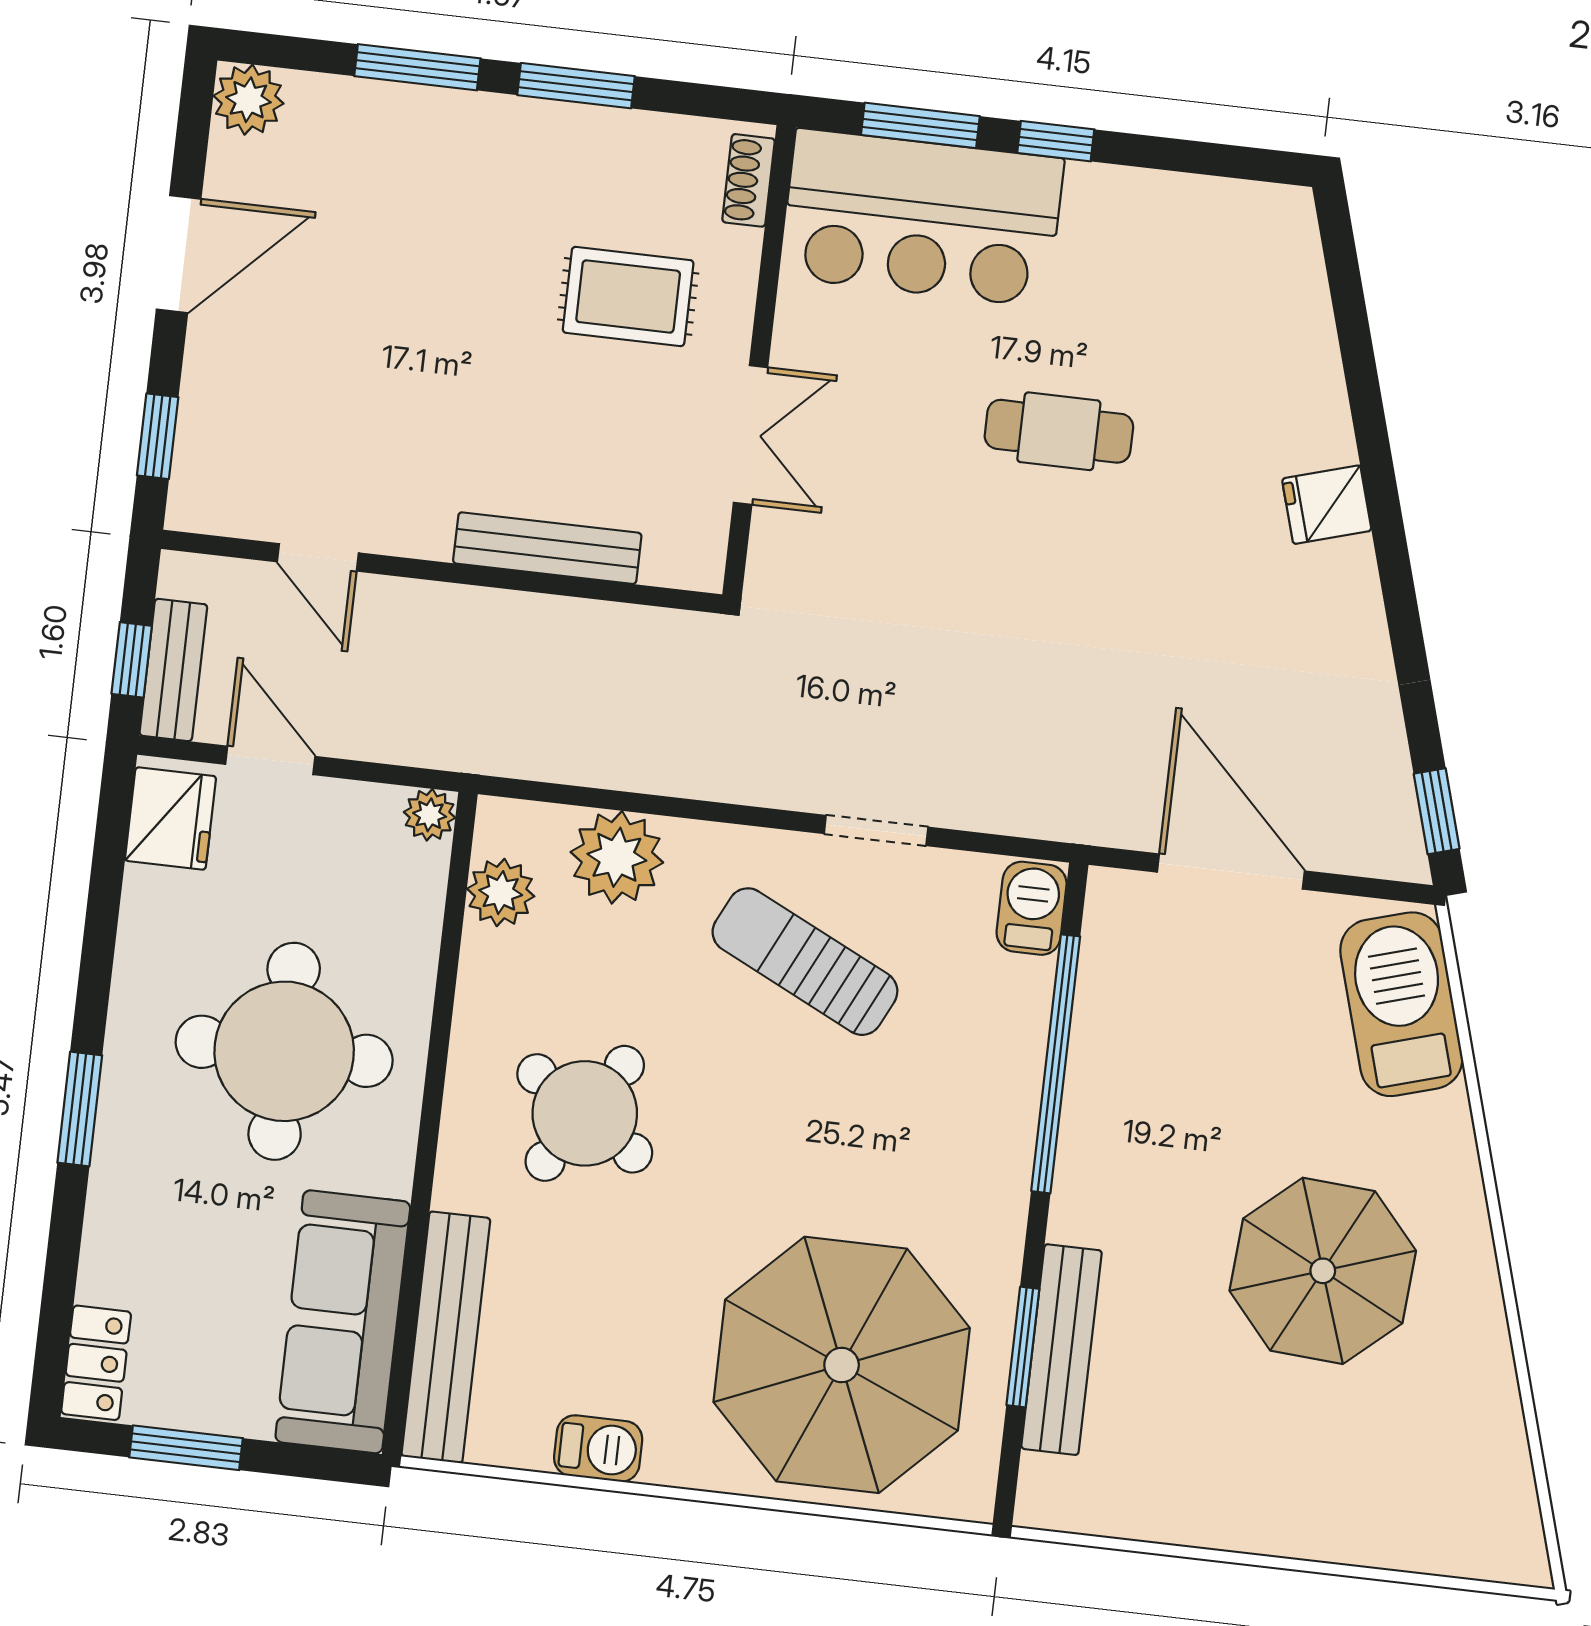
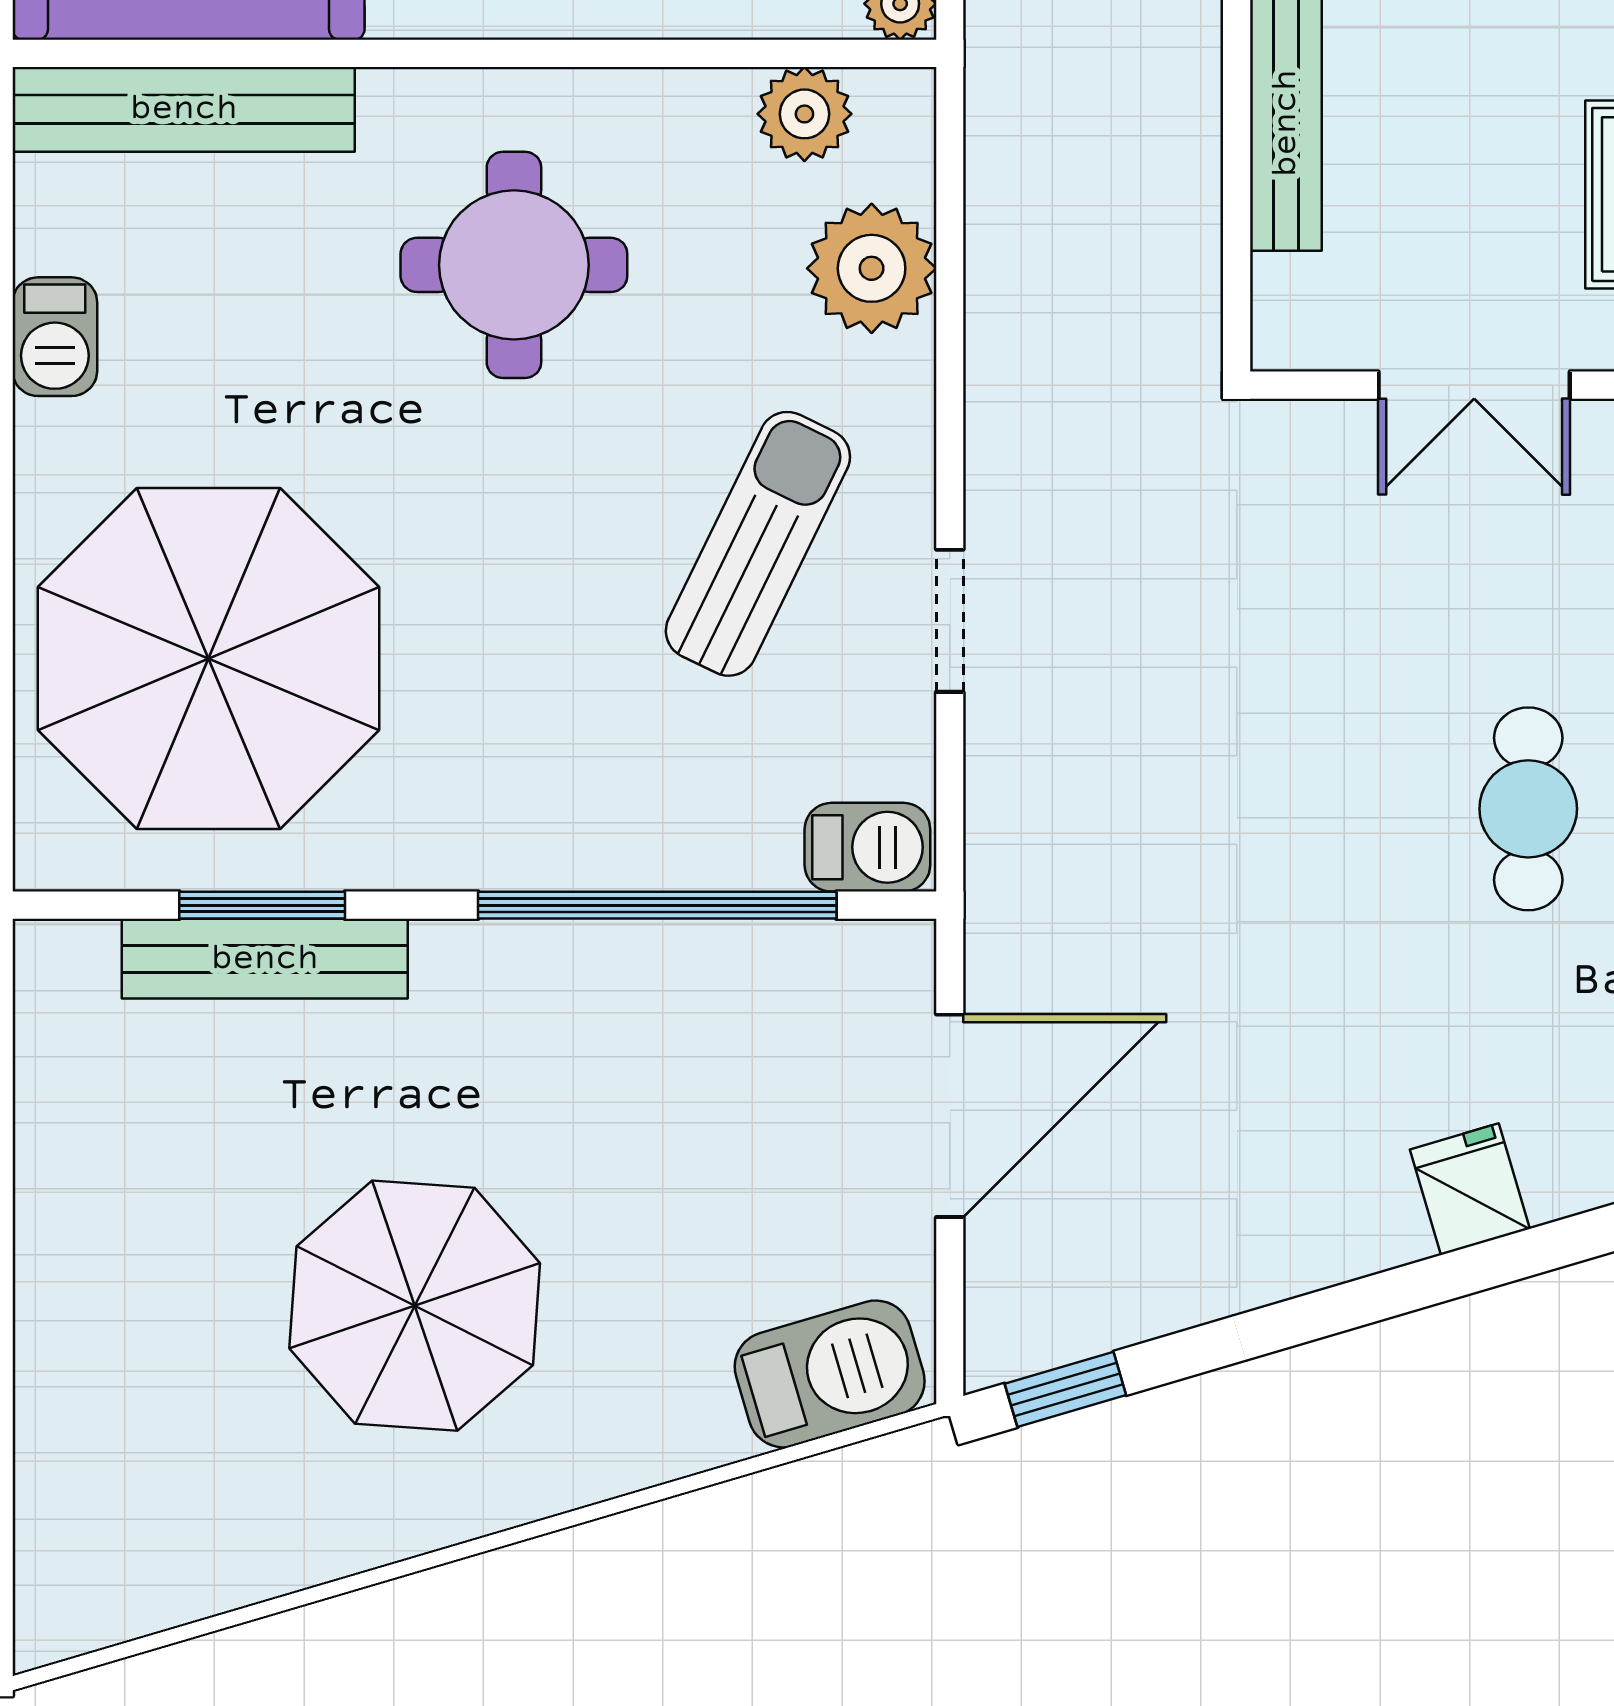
barbecue: (1401, 1004) -> (830, 1374), width x0.73, depth x0.83
round table: (585, 1113) -> (514, 265), turned -33

